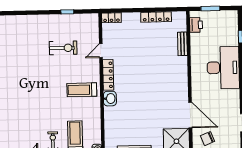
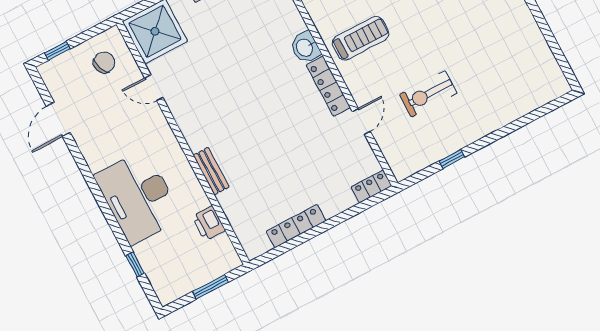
printer: (196, 25) -> (209, 223), moved
bench: (182, 44) -> (211, 171), moved
door: (190, 115) -> (154, 88), width x0.53

